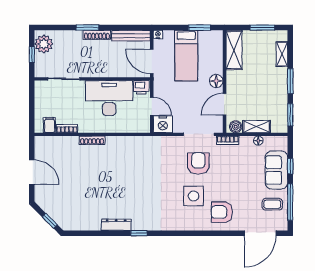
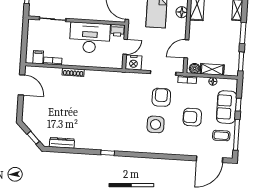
floor lamp: (216, 81) -> (182, 12), moved
door: (152, 106) -> (125, 47), hinge flipped
door: (32, 172) -> (22, 85), moved
armchair: (222, 212) -> (192, 117), moved
dresser: (116, 225) -> (62, 143), moved

